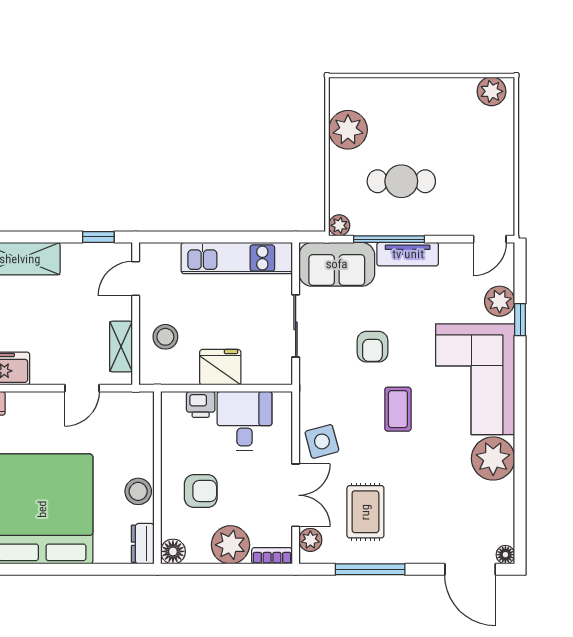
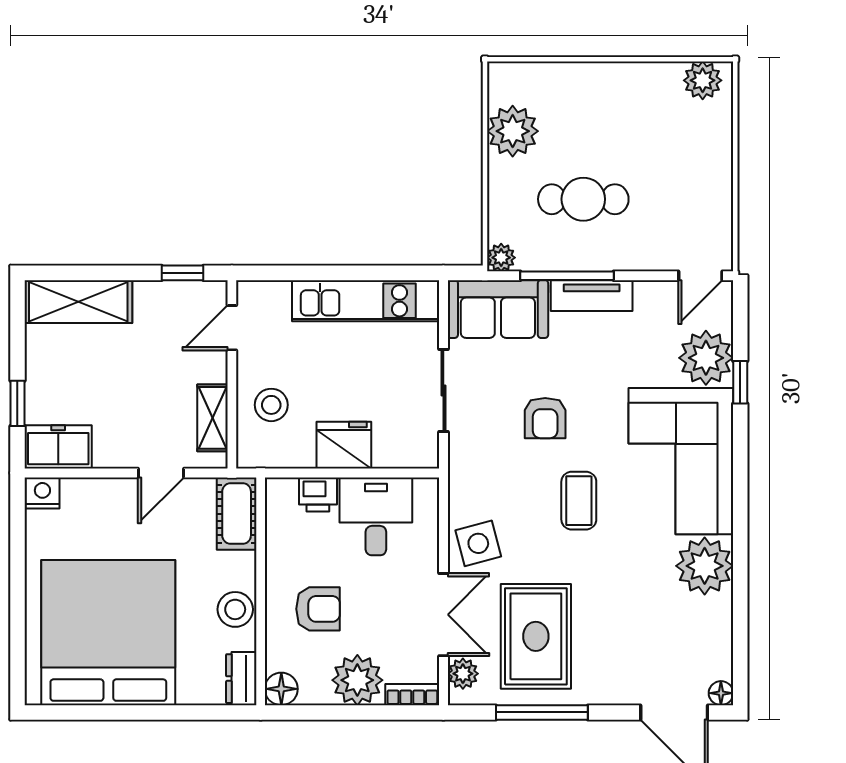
plant: (500, 301) -> (706, 358), width x1.36, depth x1.36
cot: (139, 419) -> (237, 514), added
rug: (365, 512) -> (536, 636), width x1.36, depth x1.43

